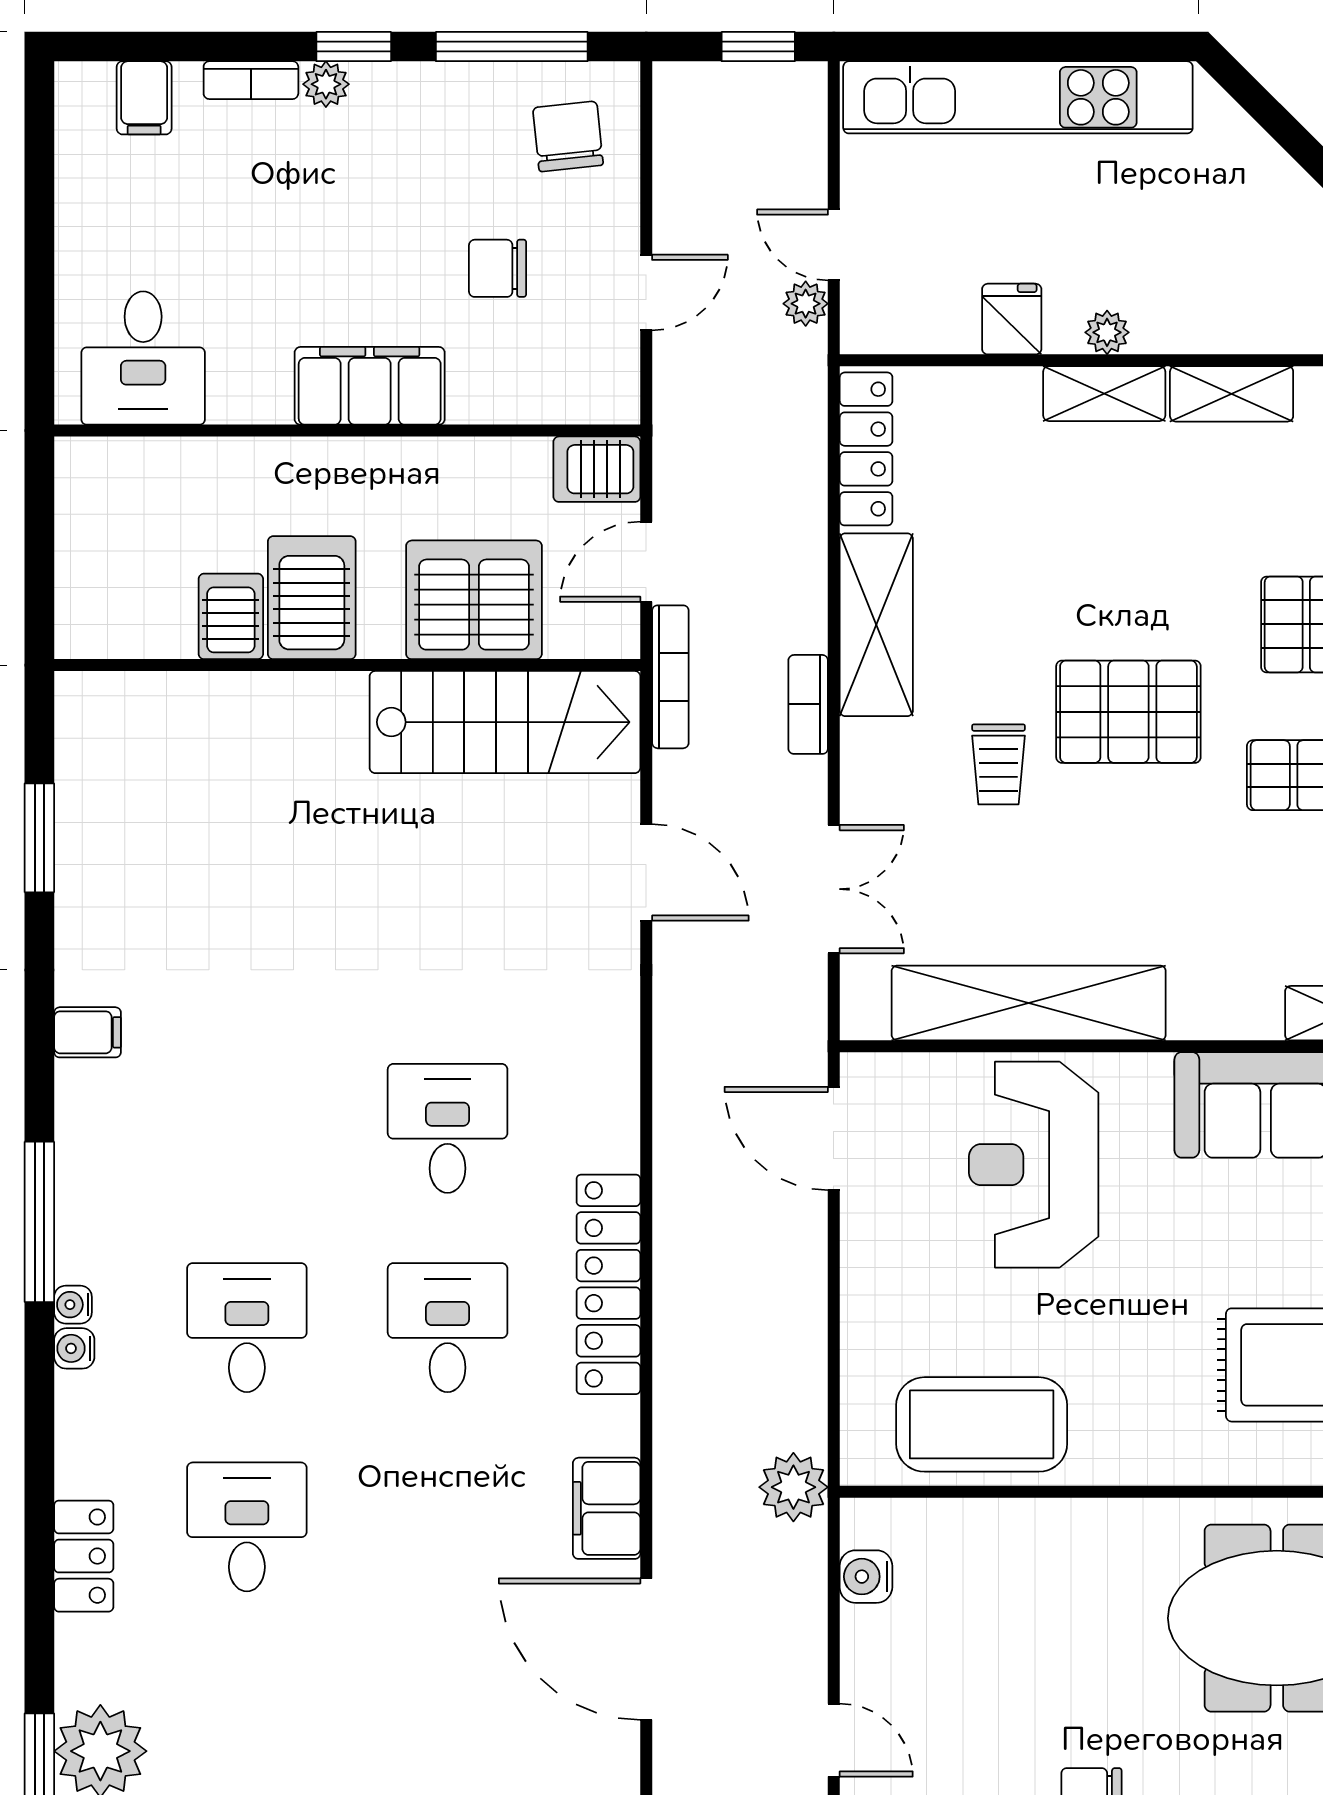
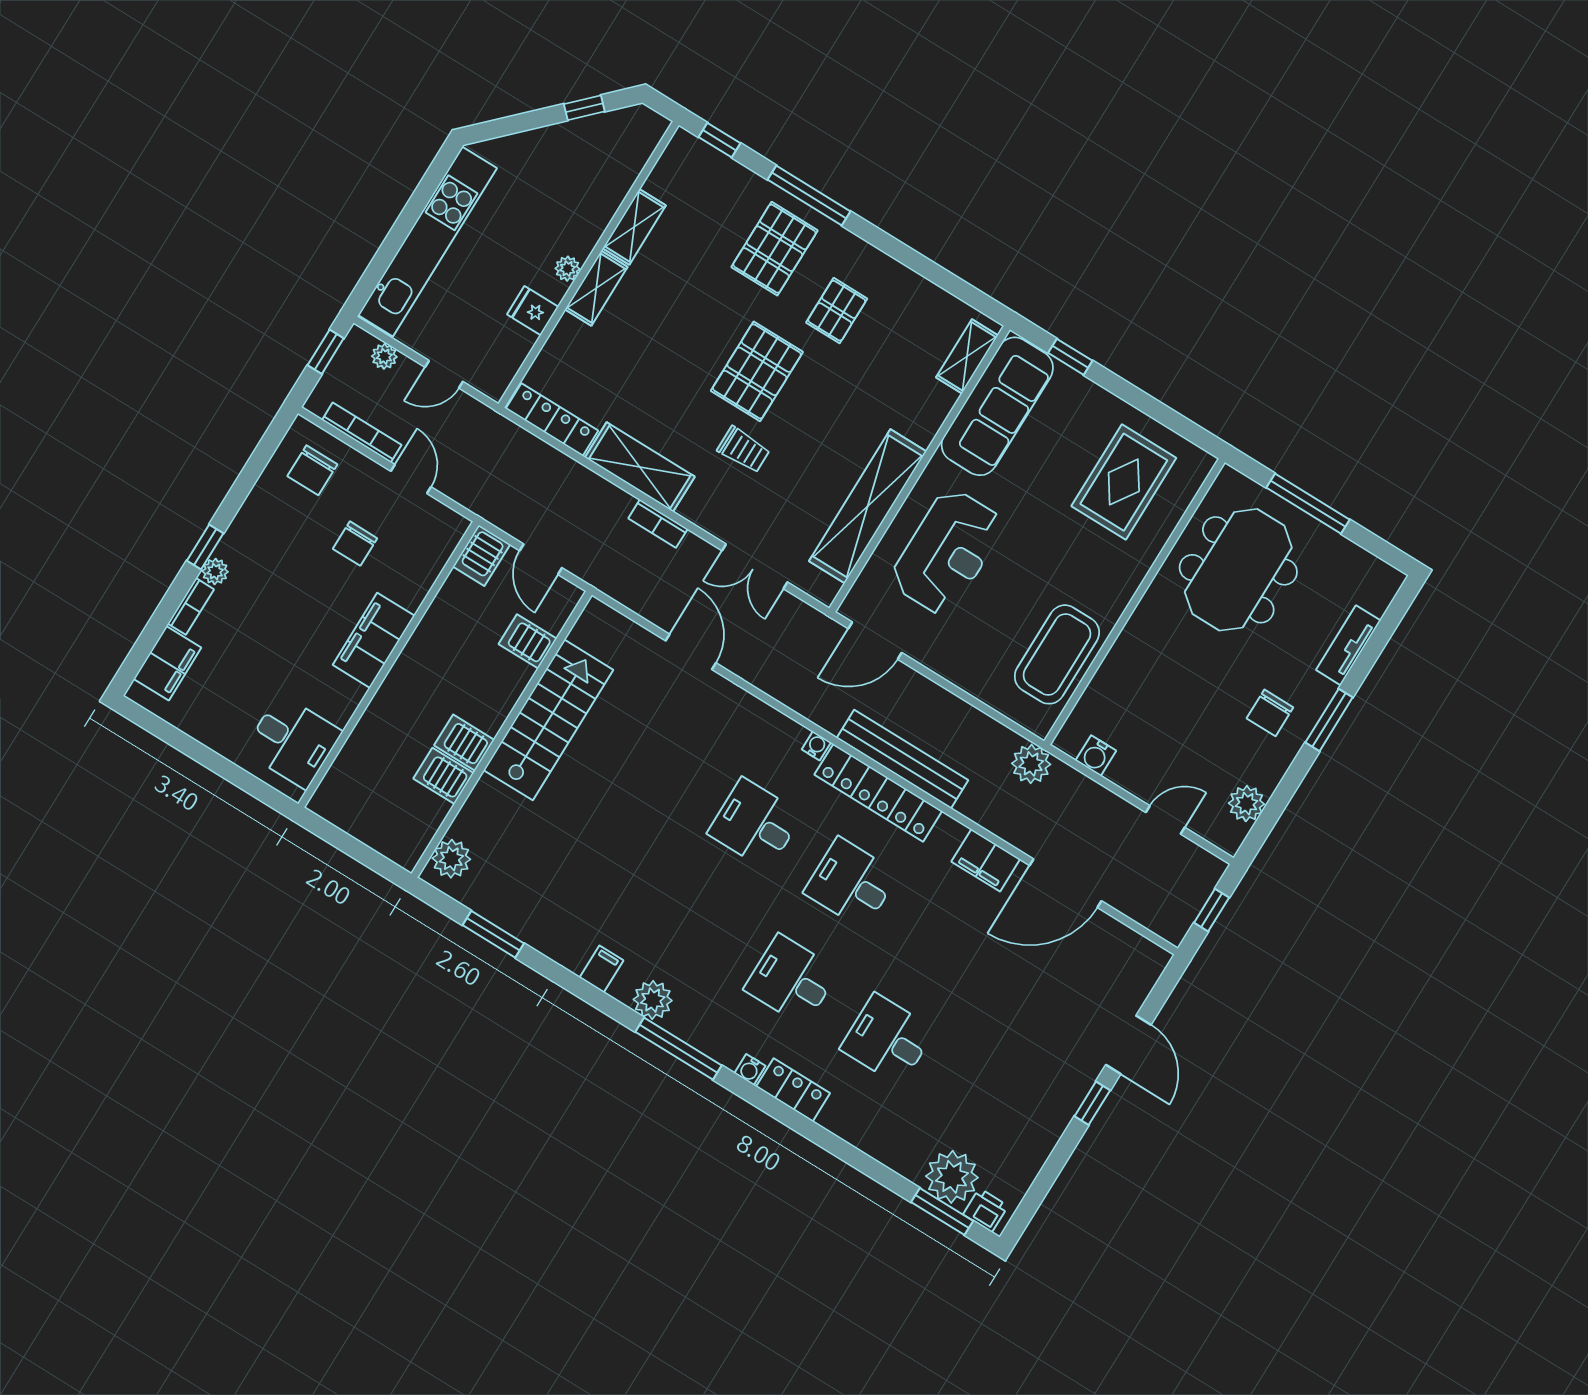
window: (512, 47) -> (252, 471), removed
filing cabinet: (144, 98) -> (167, 663), width x2.00
chair: (568, 136) -> (312, 470), turned -84
plant: (806, 304) -> (384, 356), moved
server rack: (312, 598) -> (464, 743), width x0.73, depth x0.70
server rack: (474, 600) -> (528, 641), width x0.46, depth x0.70
bookcase: (670, 677) -> (362, 432), moved
plant: (114, 705) -> (451, 859), added
stairs: (505, 722) -> (548, 720), moved
door: (646, 872) -> (691, 652), hinge flipped
double door: (834, 889) -> (755, 566), swing flipped
plant: (88, 1138) -> (653, 1000), added
reception desk: (1034, 1165) -> (947, 552), turned -90
bench: (682, 1290) -> (902, 759), added
water cooler: (73, 1305) -> (816, 746), moved, turned 180
locker: (84, 1556) -> (793, 1090), moved

